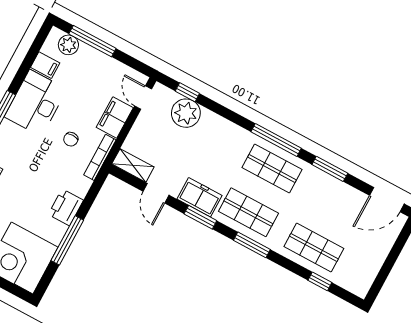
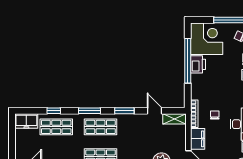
freezer: (200, 197) -> (26, 121), moved
printer: (66, 207) -> (198, 64), moved
window: (67, 240) -> (188, 61), width x1.46
window: (320, 281) -> (54, 111), moved

